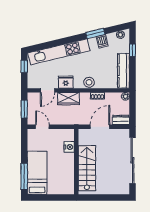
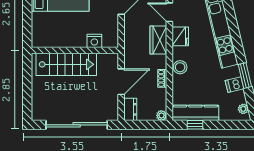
window: (132, 50) -> (195, 125), moved
door: (100, 127) -> (121, 82), hinge flipped

